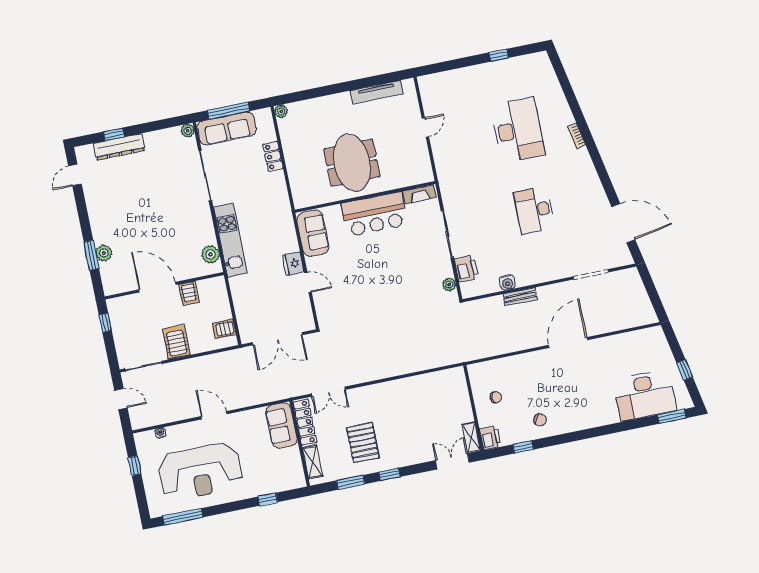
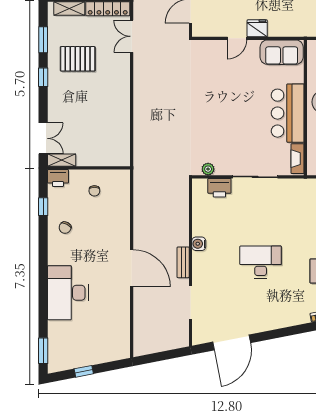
water cooler: (507, 282) -> (199, 244), moved
bench: (520, 297) -> (183, 262), moved
desk: (645, 395) -> (68, 293), moved

